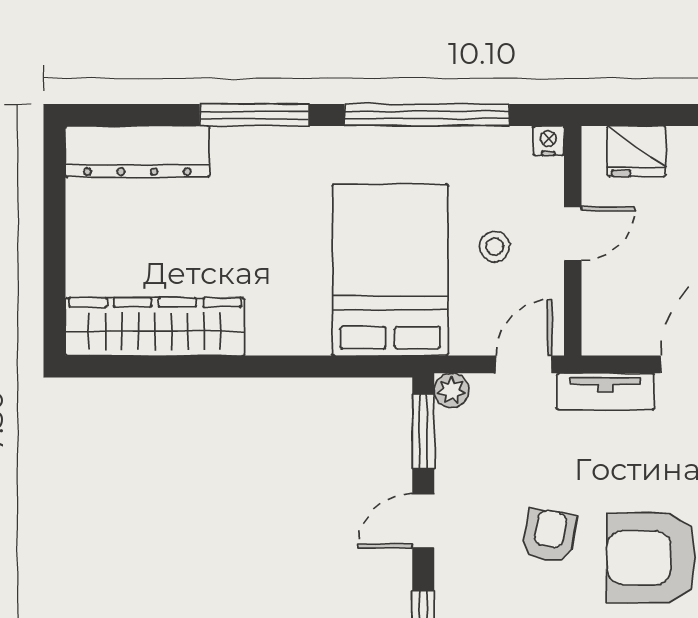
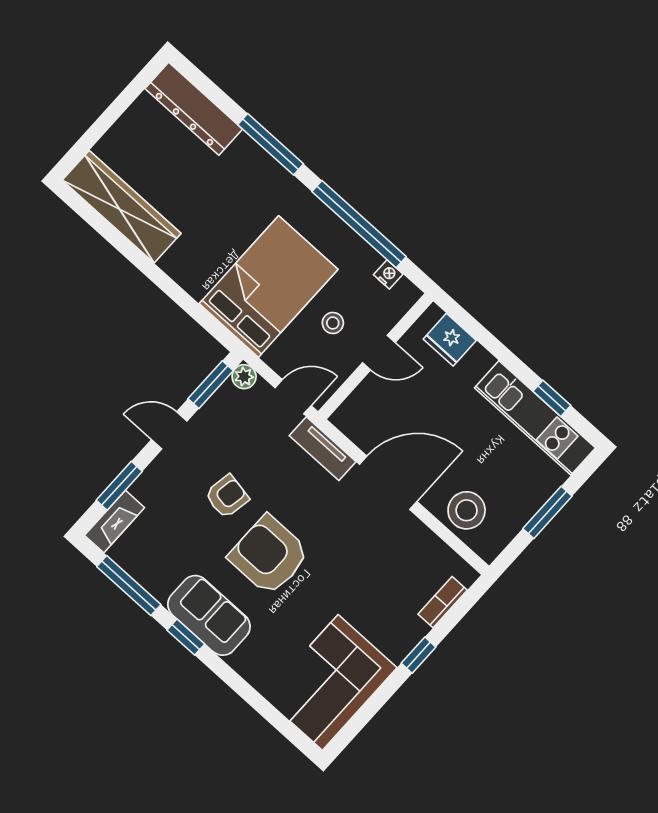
nightstand: (548, 141) -> (388, 274), moved

